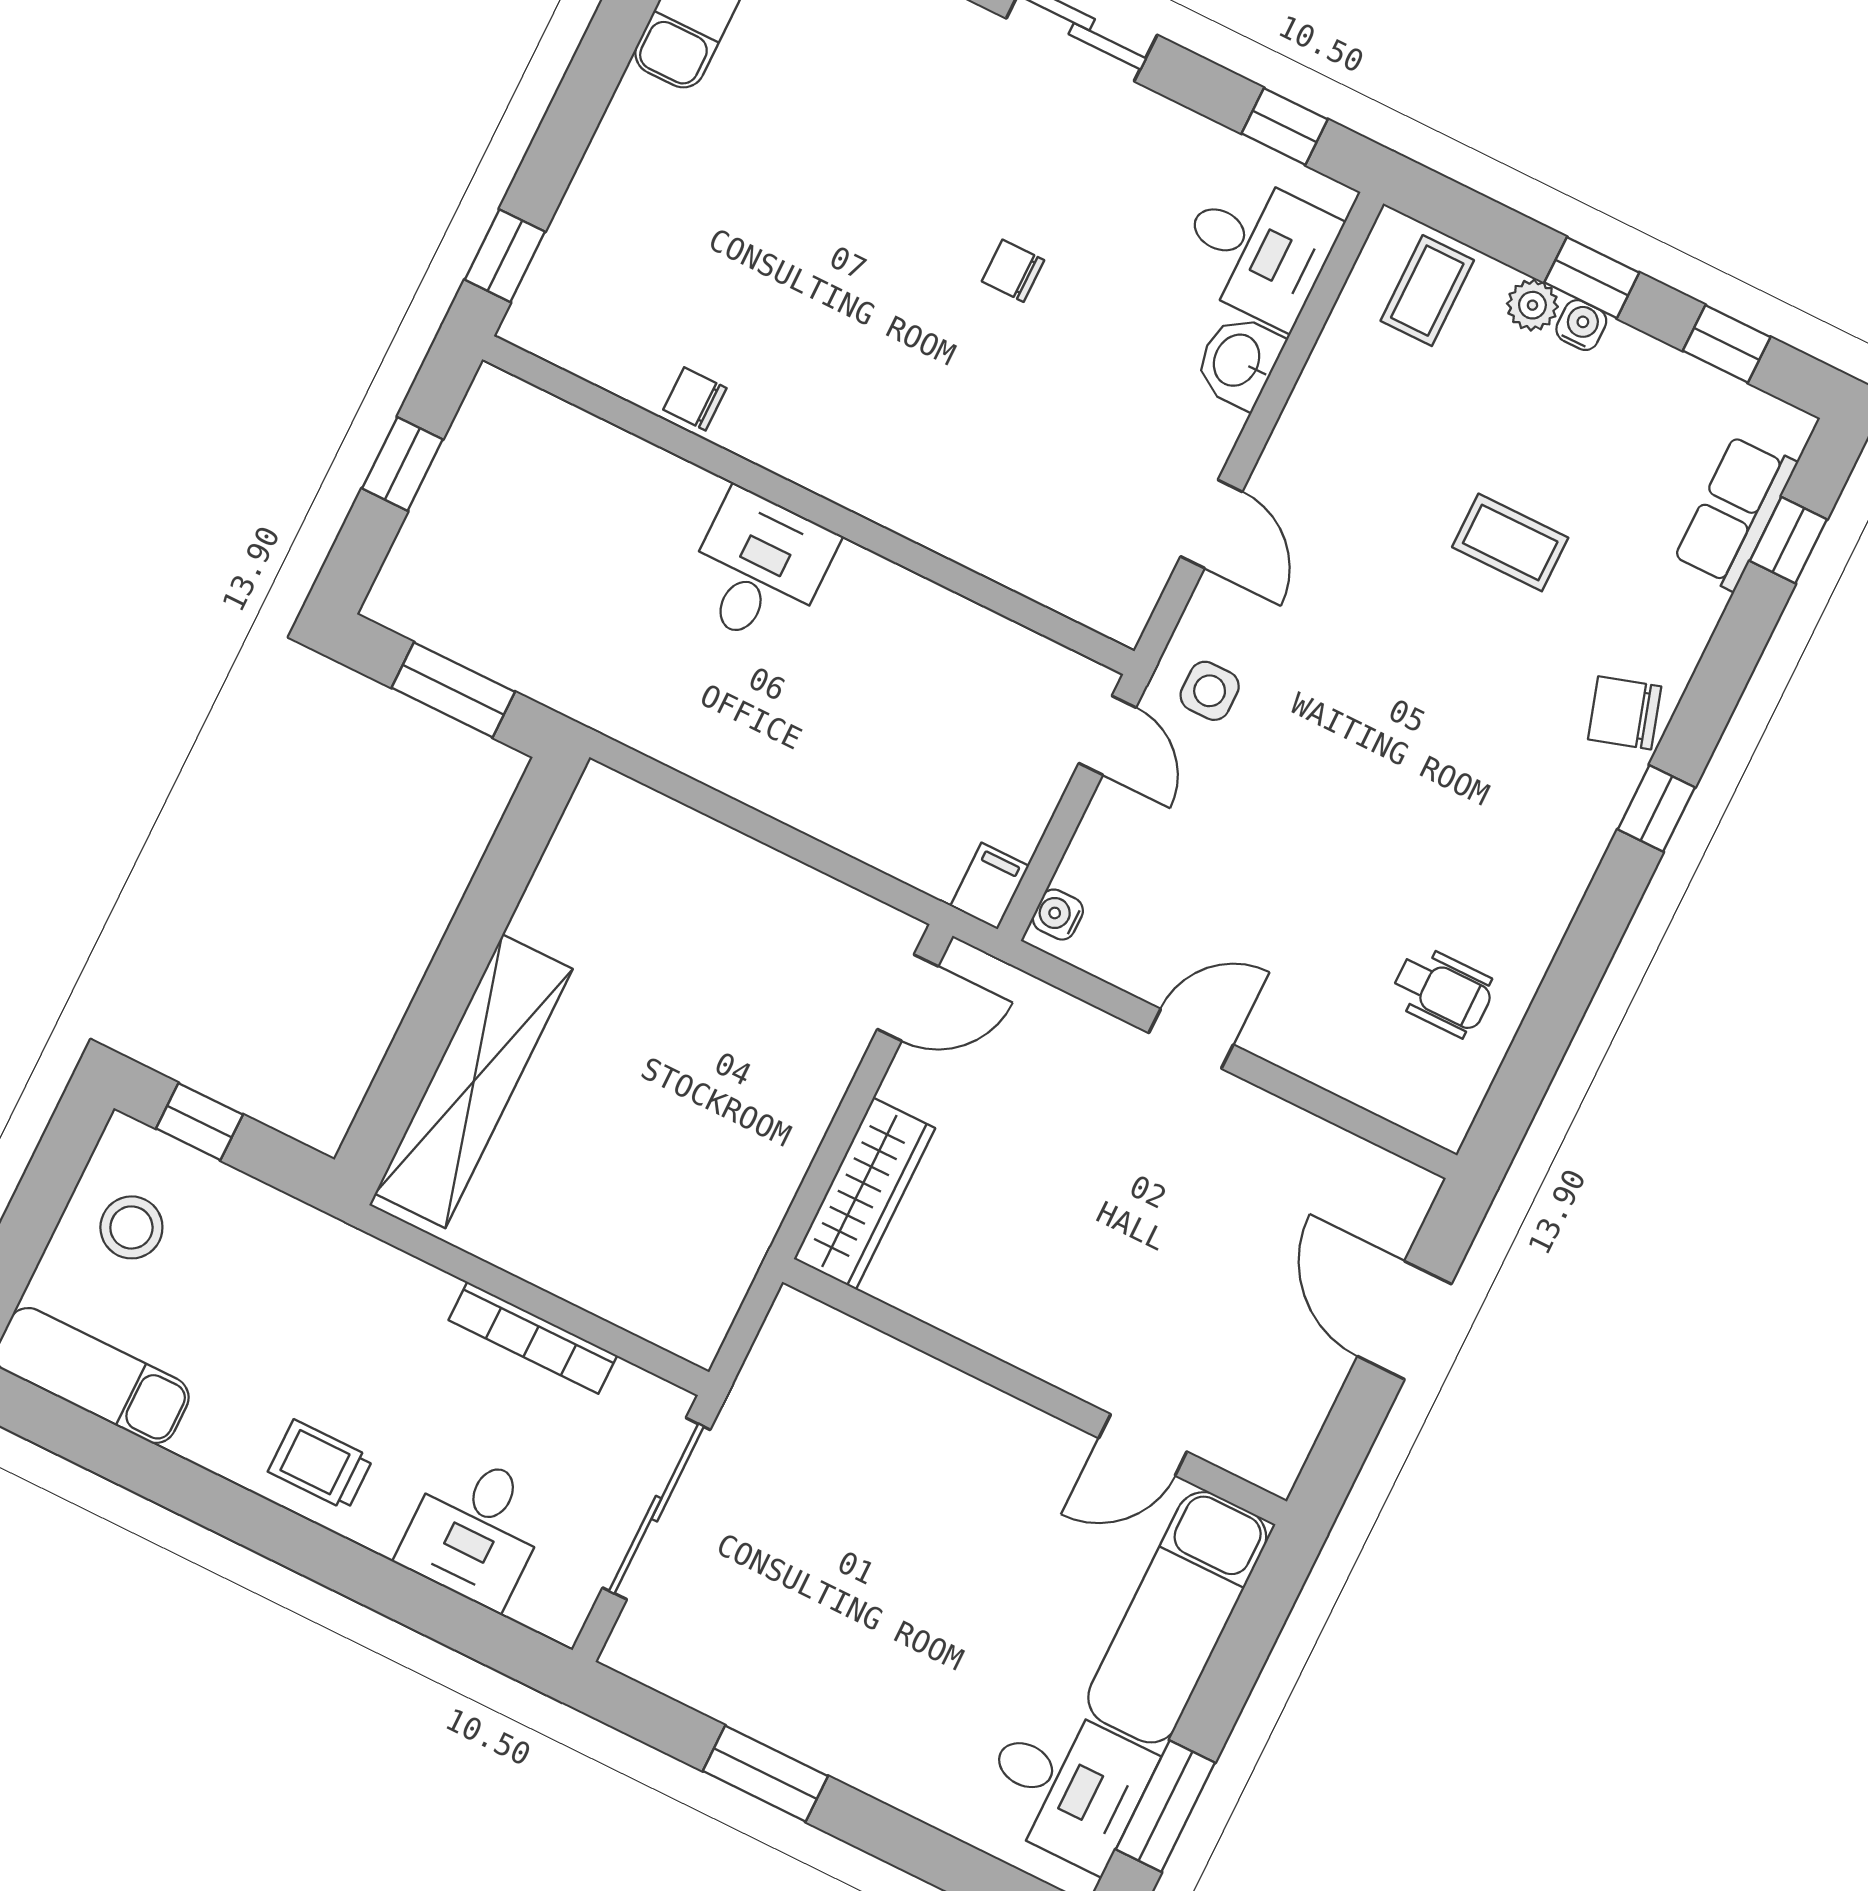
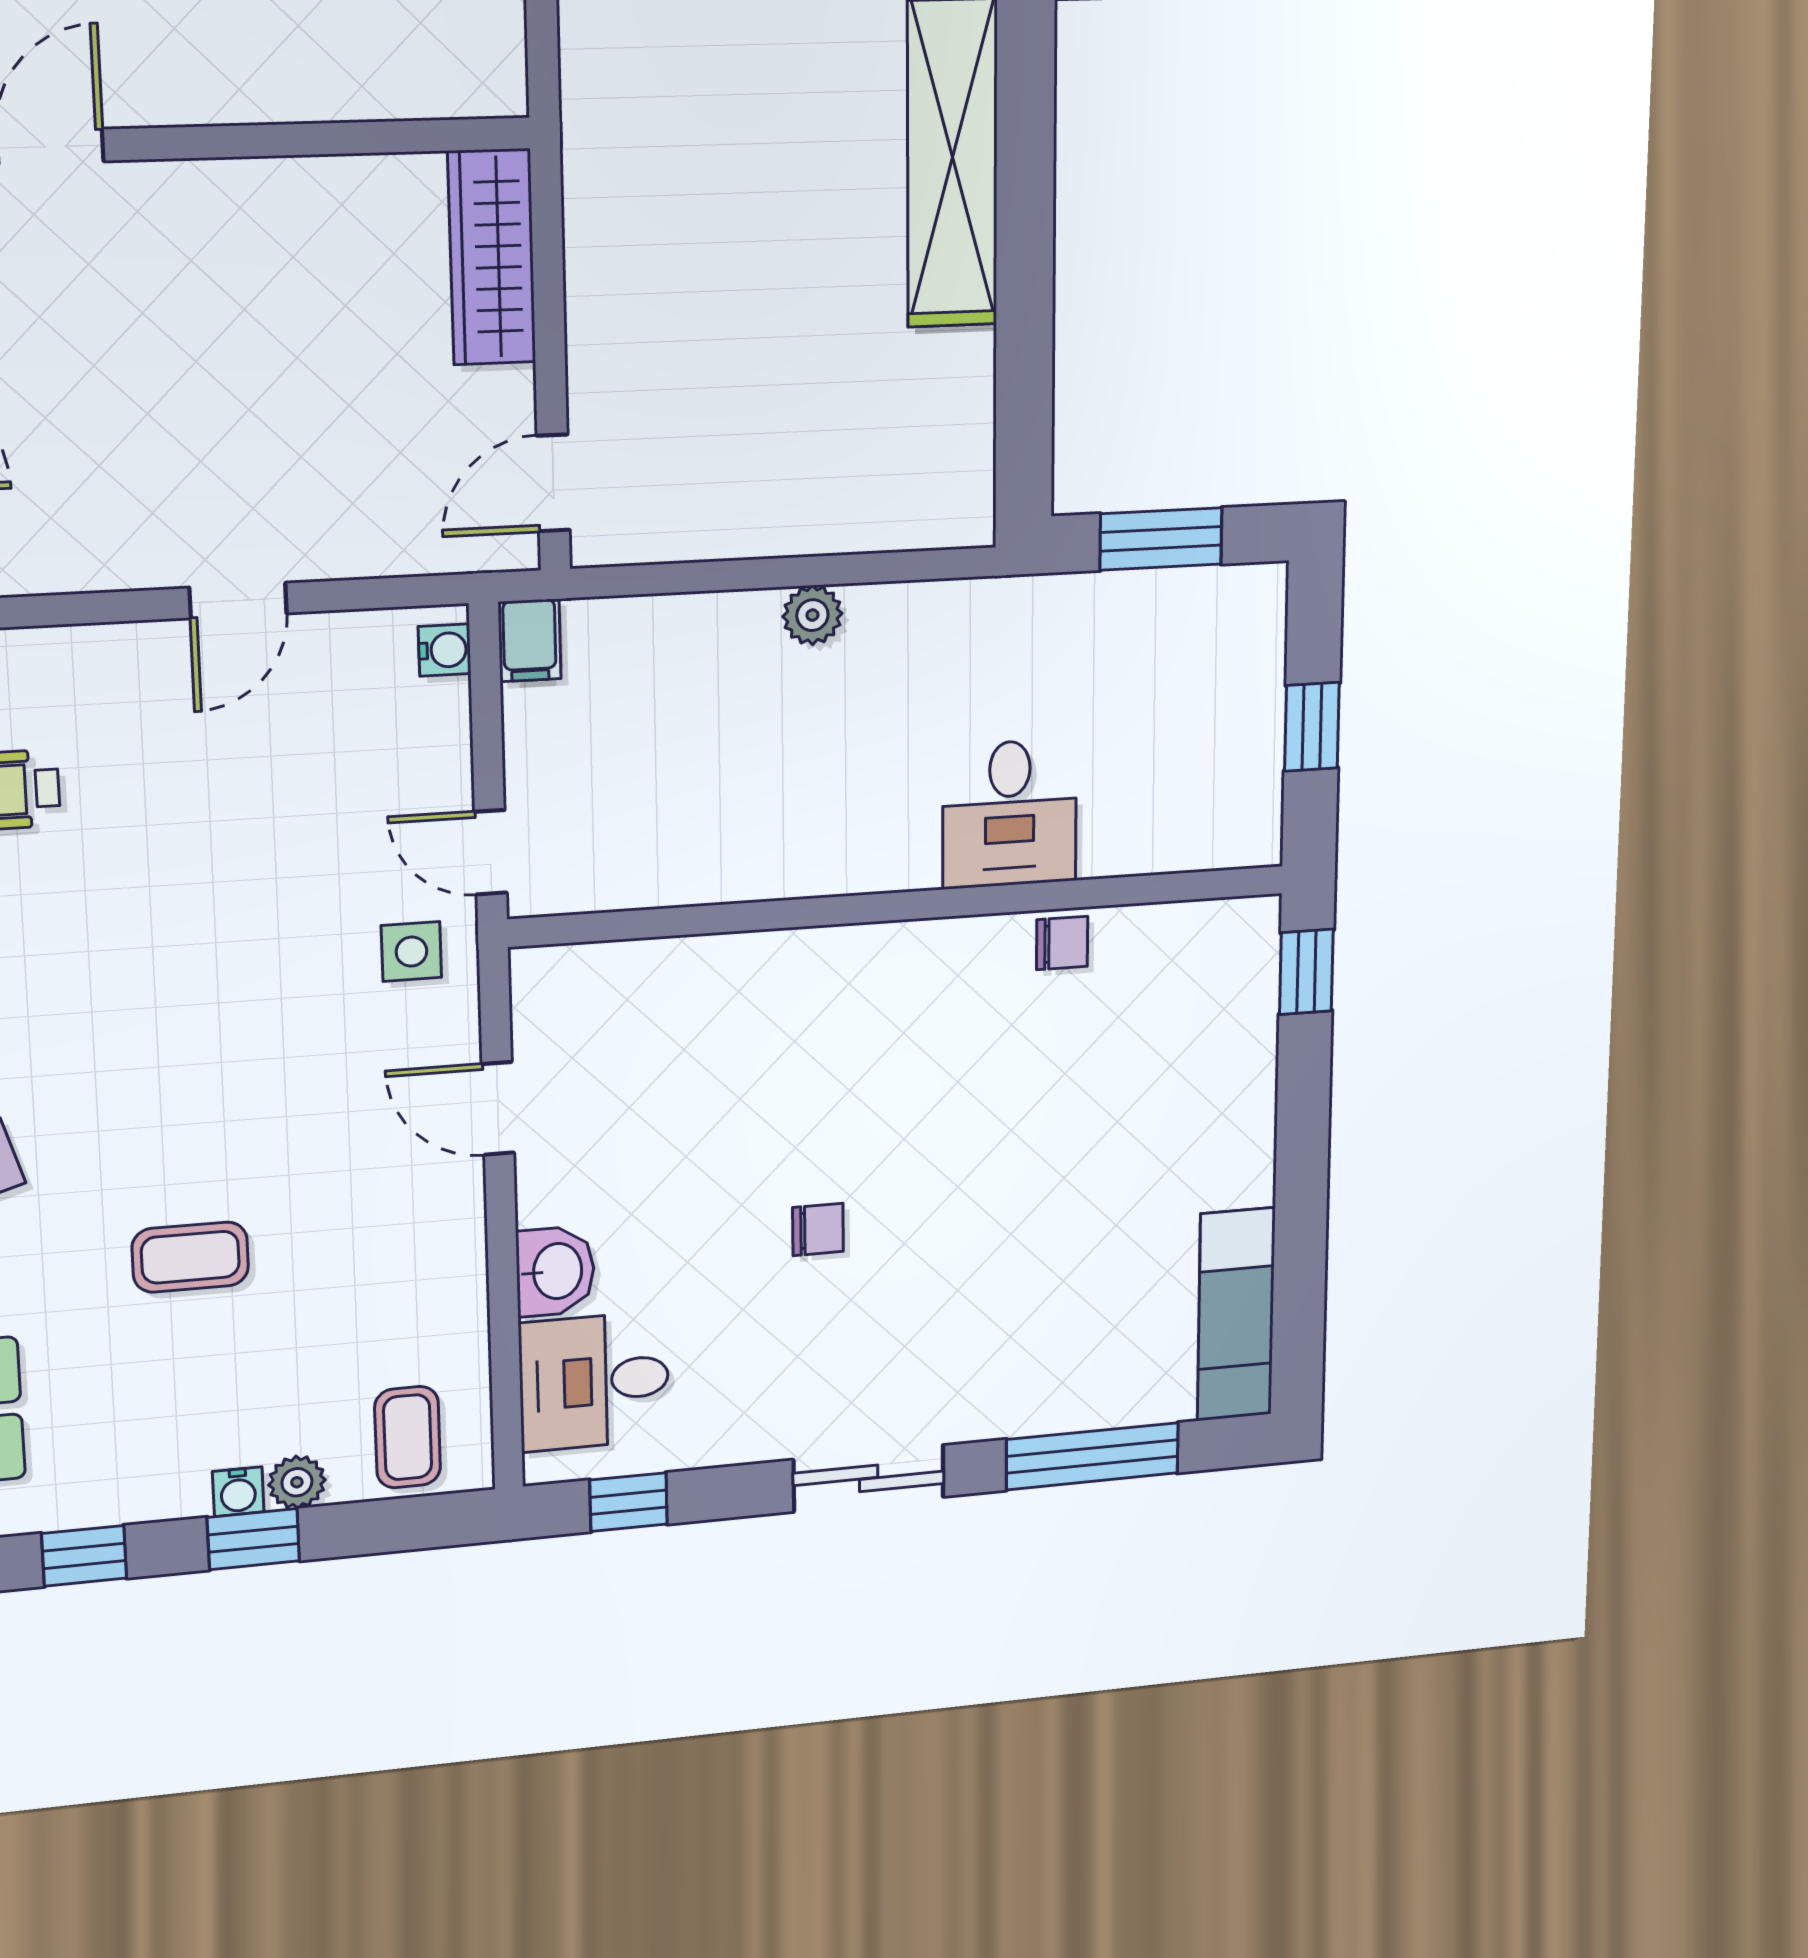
desk: (759, 569) -> (1010, 814), moved
plant: (761, 783) -> (812, 615), added

